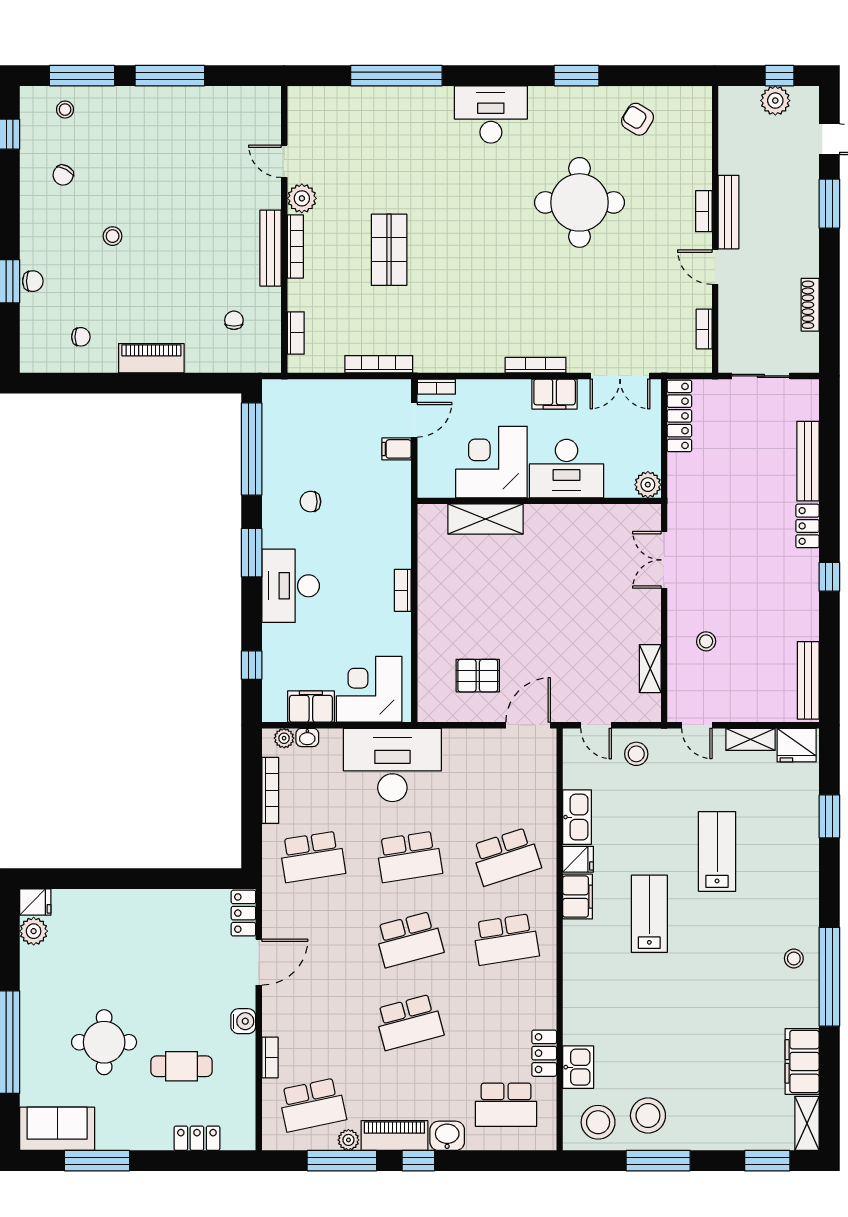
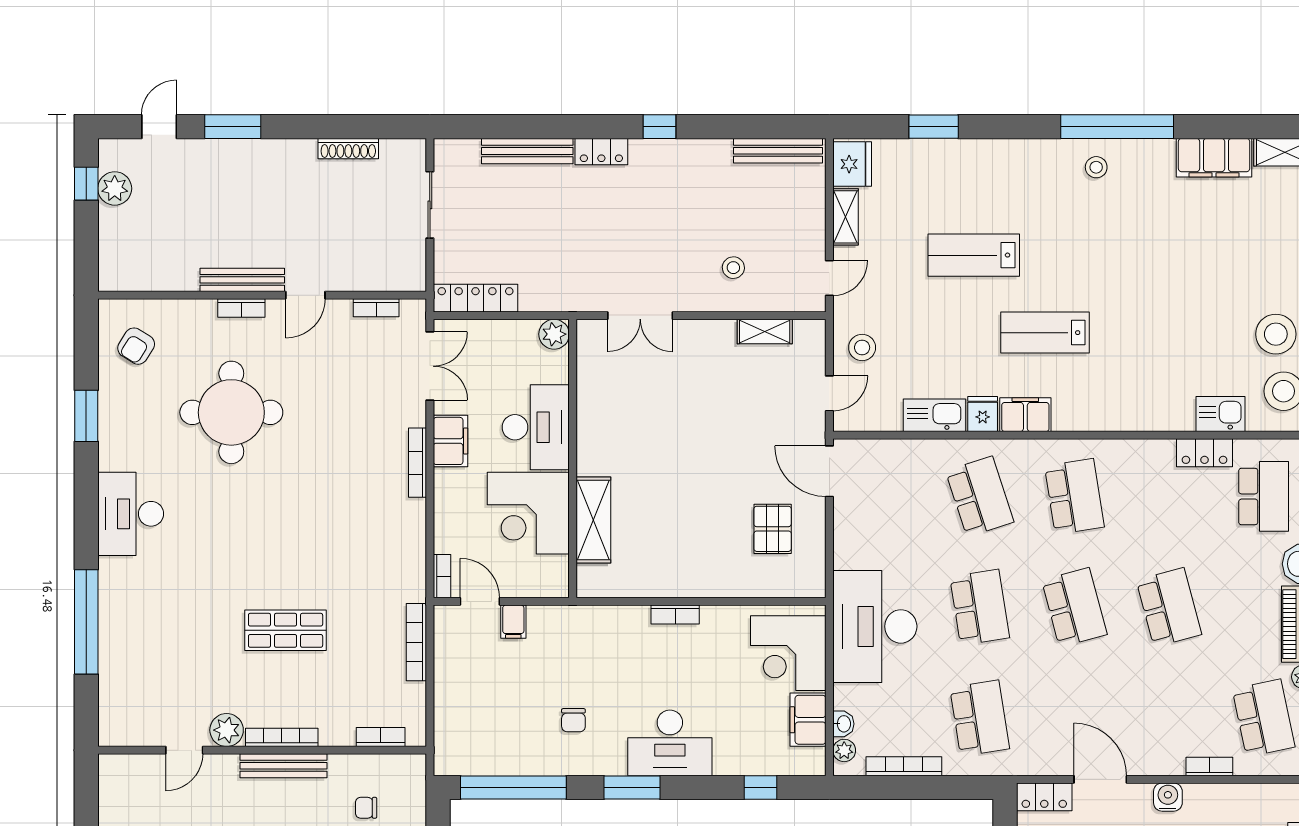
bookcase: (704, 211) -> (241, 308), moved
bench: (728, 212) -> (242, 280), moved
wall: (715, 229) -> (262, 295), moved
door: (715, 267) -> (305, 295), moved
bookcase: (704, 329) -> (376, 308), moved

